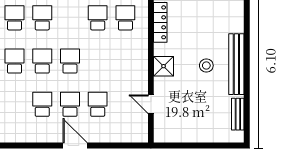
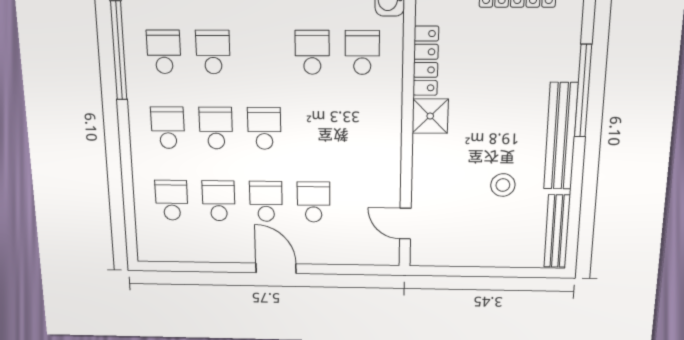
window: (247, 39) -> (583, 91), added
shower: (164, 66) -> (430, 116), moved
stool: (206, 66) -> (503, 185), moved
school desk: (15, 104) -> (172, 200), added
door: (151, 104) -> (405, 224), moved
bench: (238, 114) -> (557, 231), width x1.36

